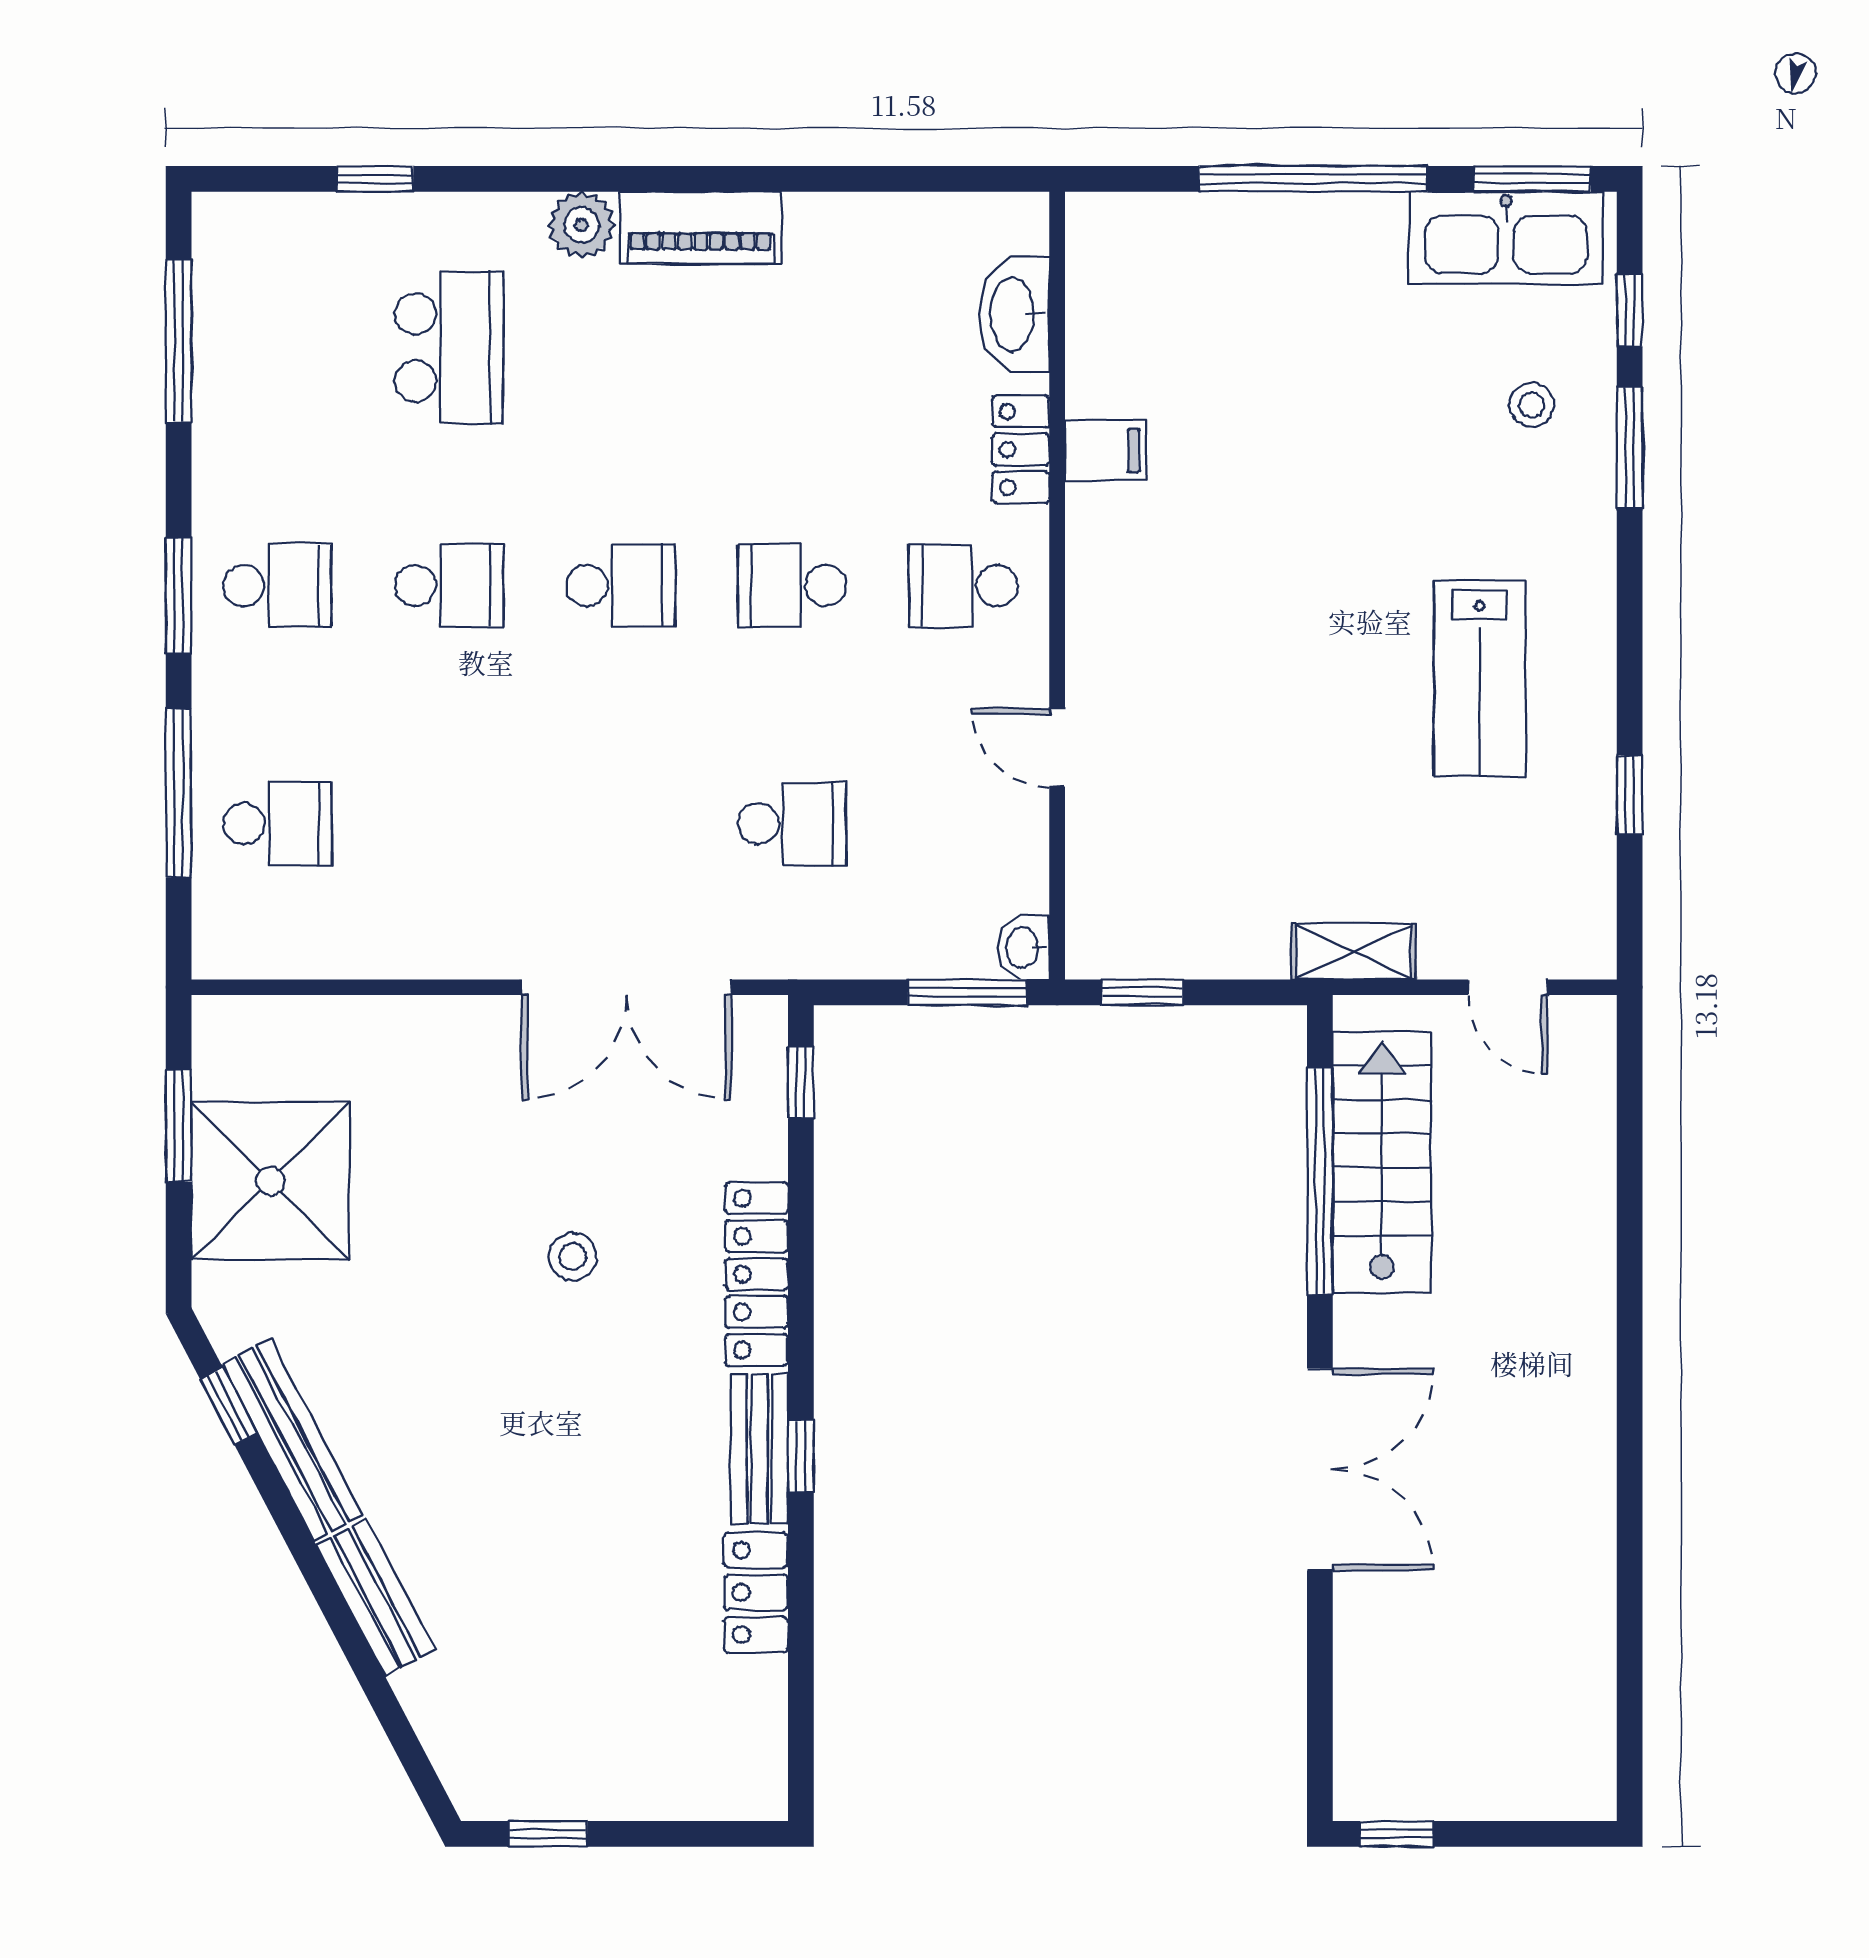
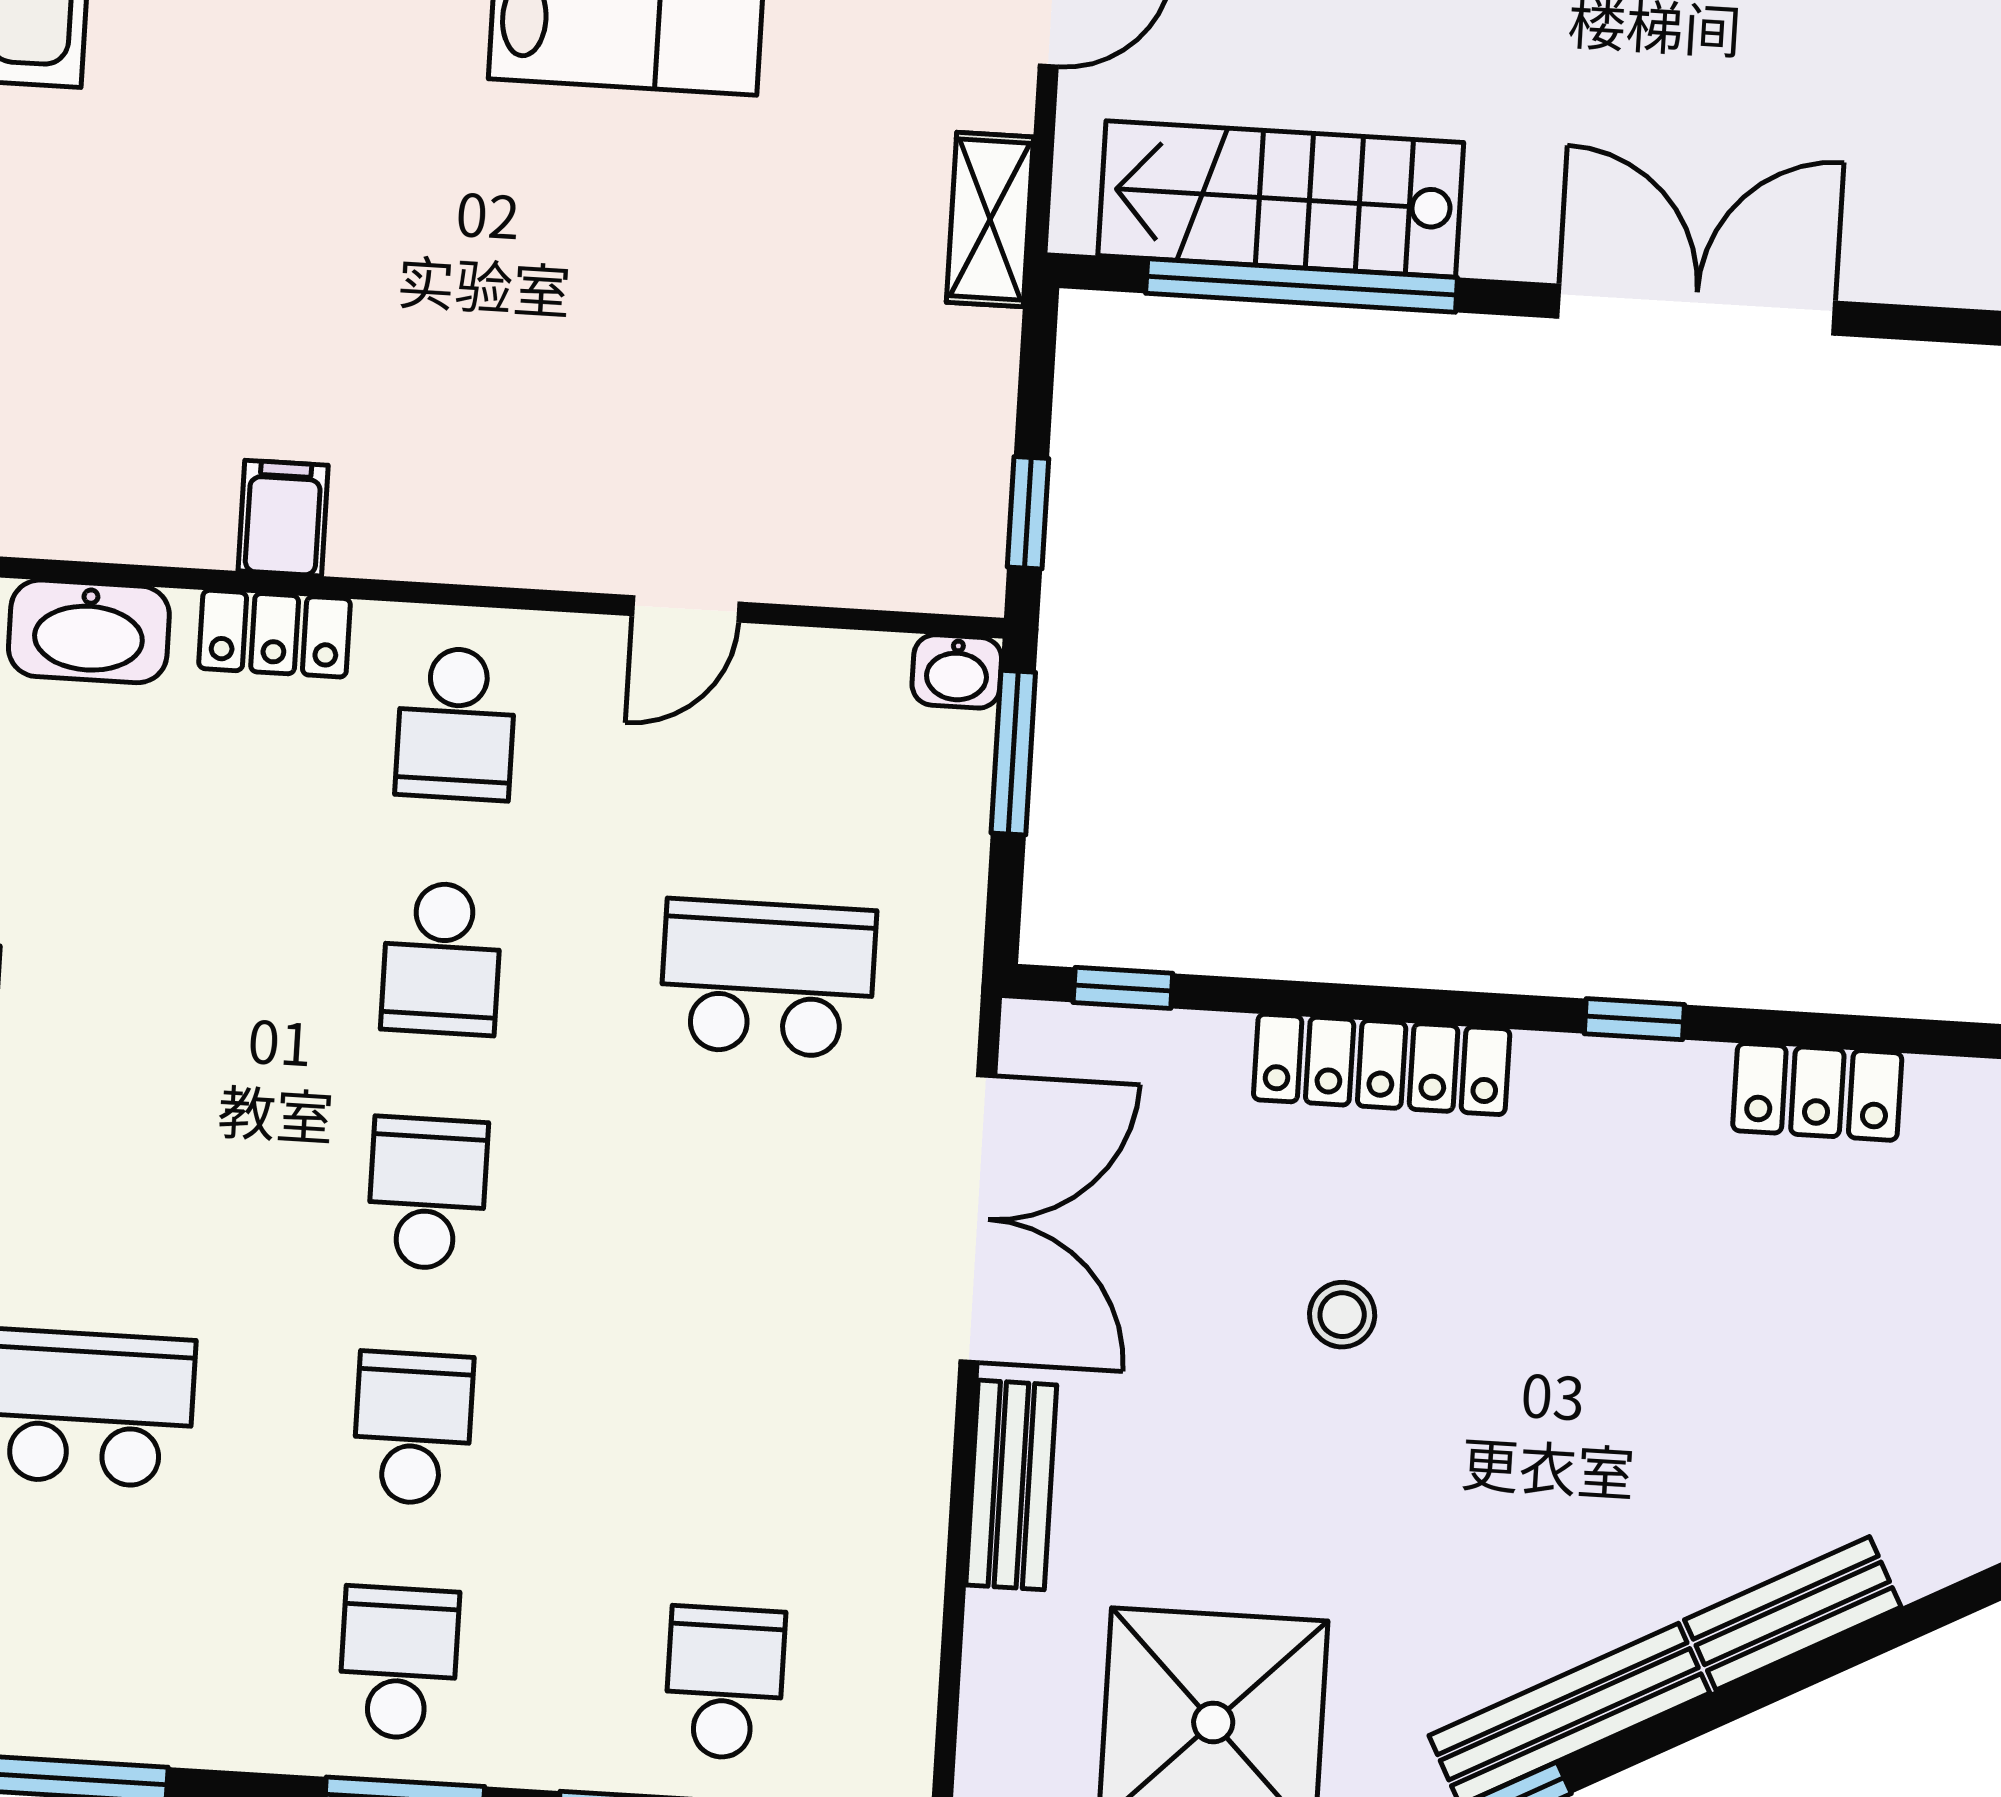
school desk: (792, 824) -> (768, 978), width x1.85
bench: (759, 1449) -> (1011, 1485), moved, turned 90

